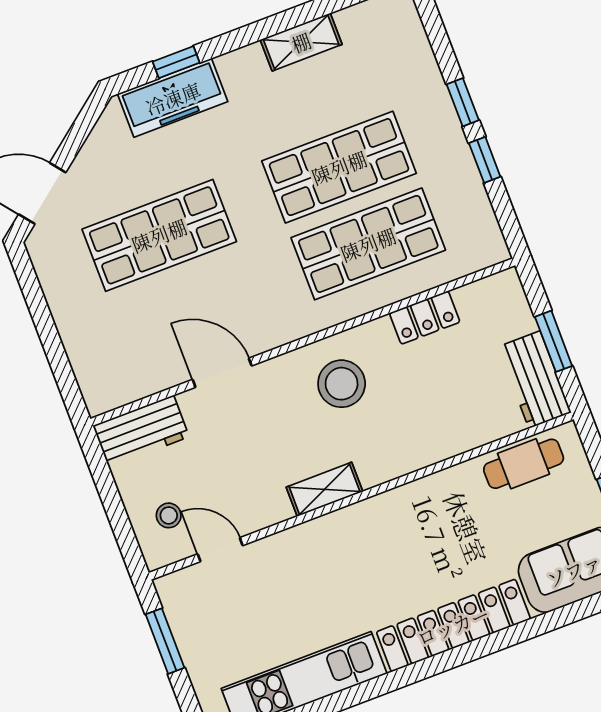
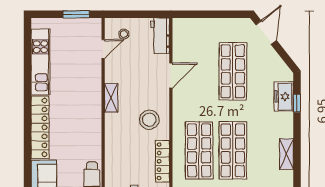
freezer: (173, 98) -> (284, 97), width x0.71
locker: (425, 318) -> (163, 161), width x1.53

